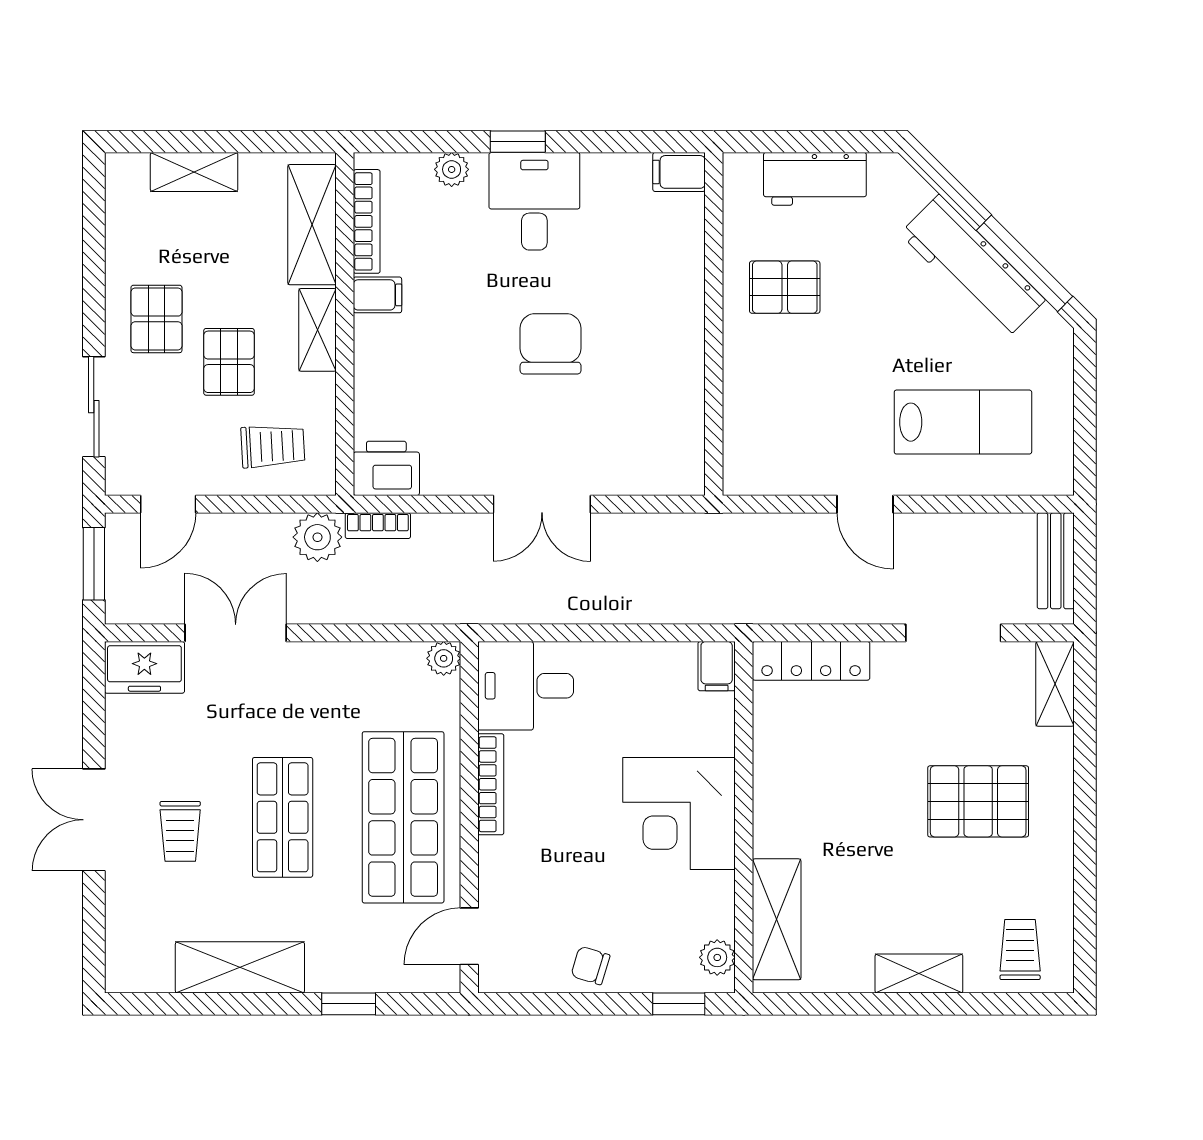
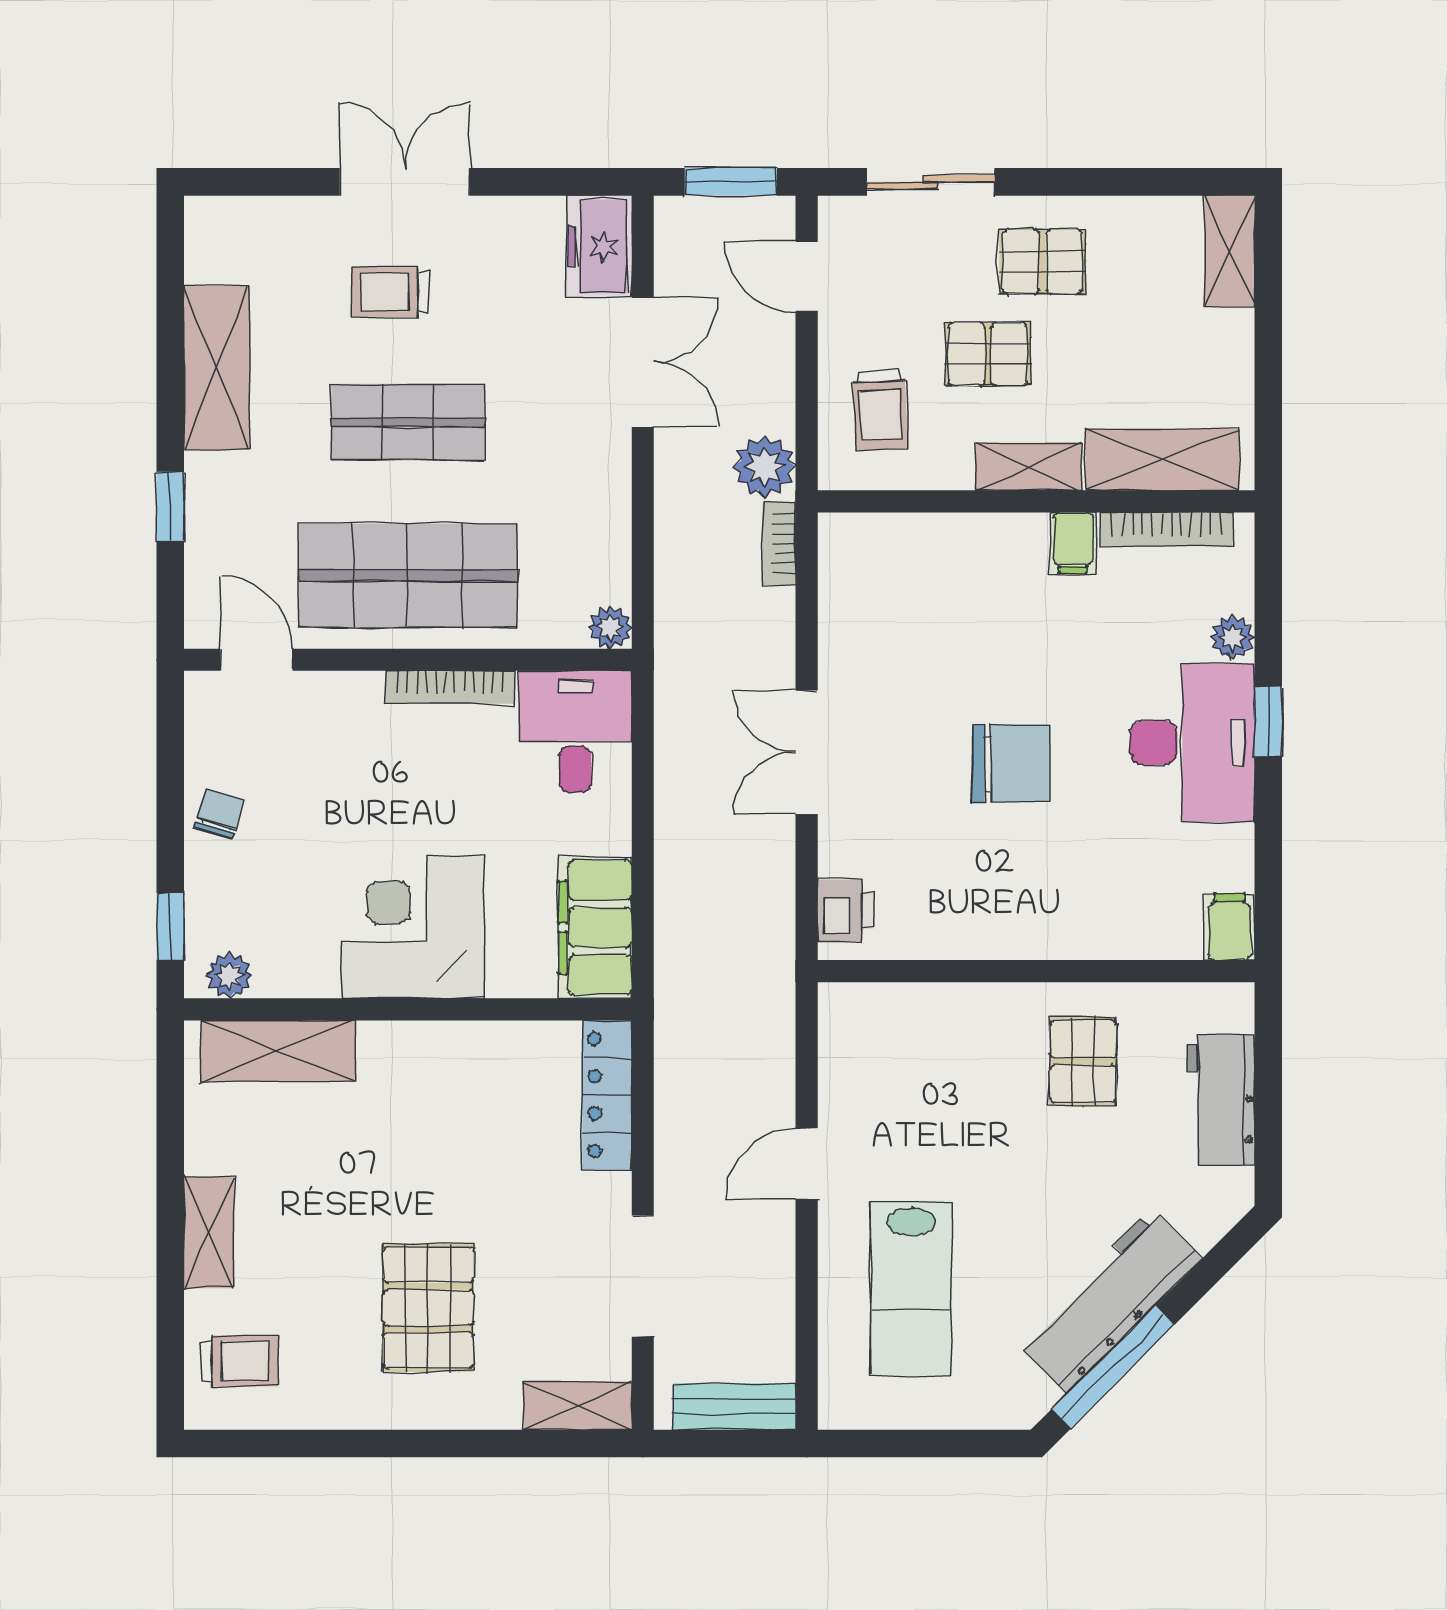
shelving: (194, 172) -> (1230, 251), moved
desk: (534, 201) -> (1192, 743), width x1.37
printer: (386, 468) -> (846, 910), moved, width x0.73, depth x0.81
filing cabinet: (717, 666) -> (595, 927), width x3.00, depth x1.17

